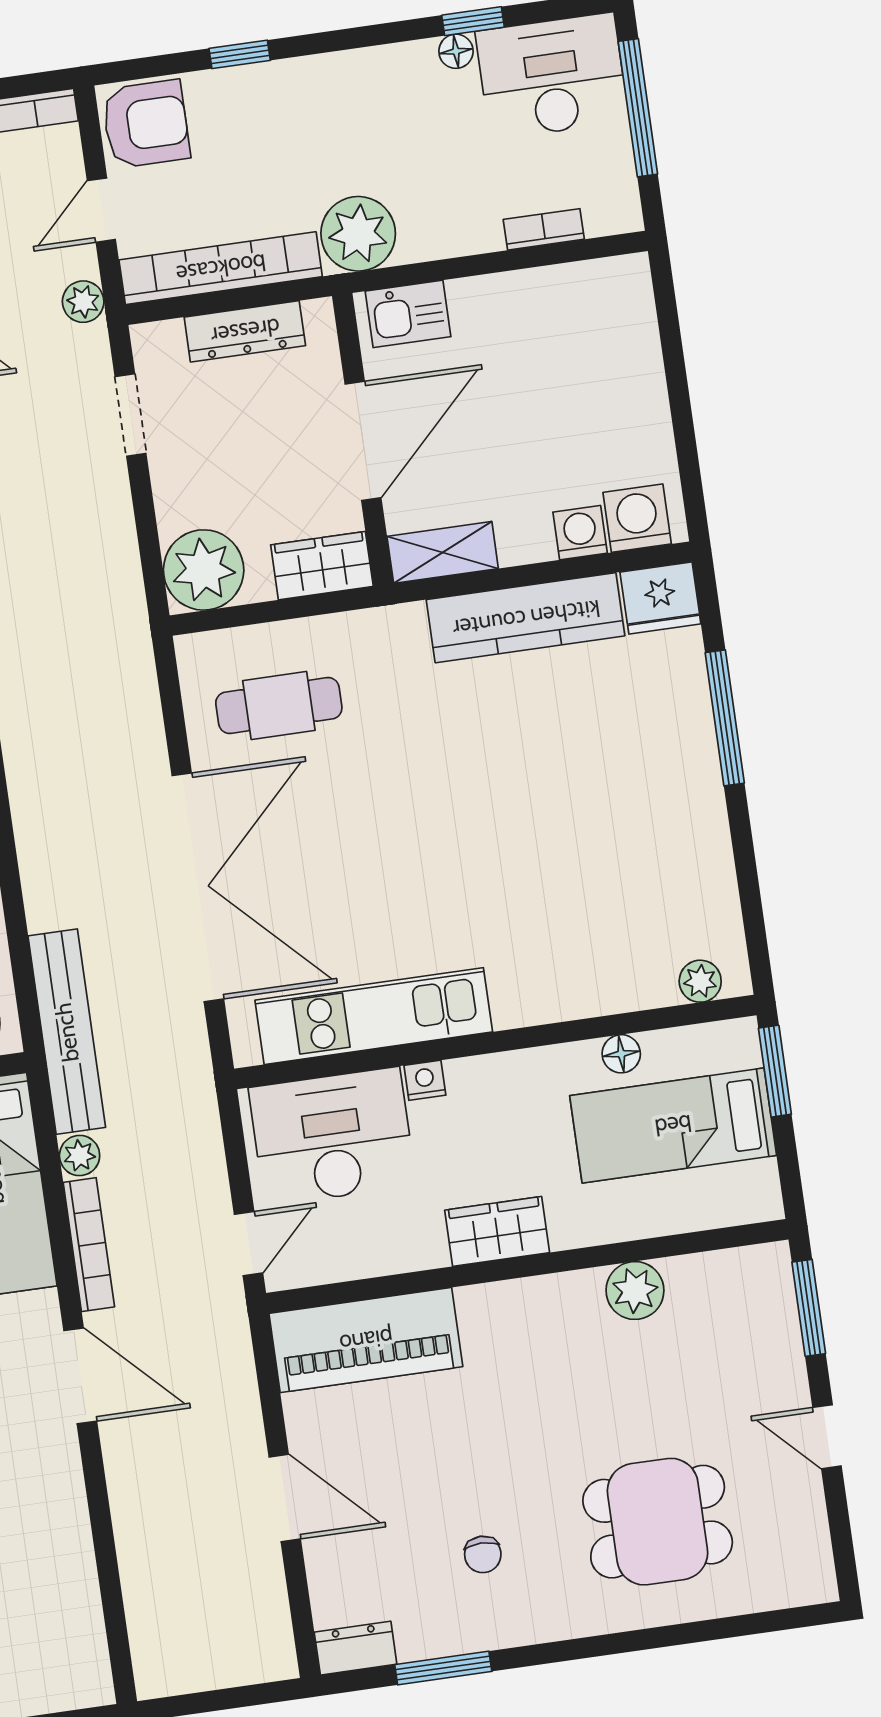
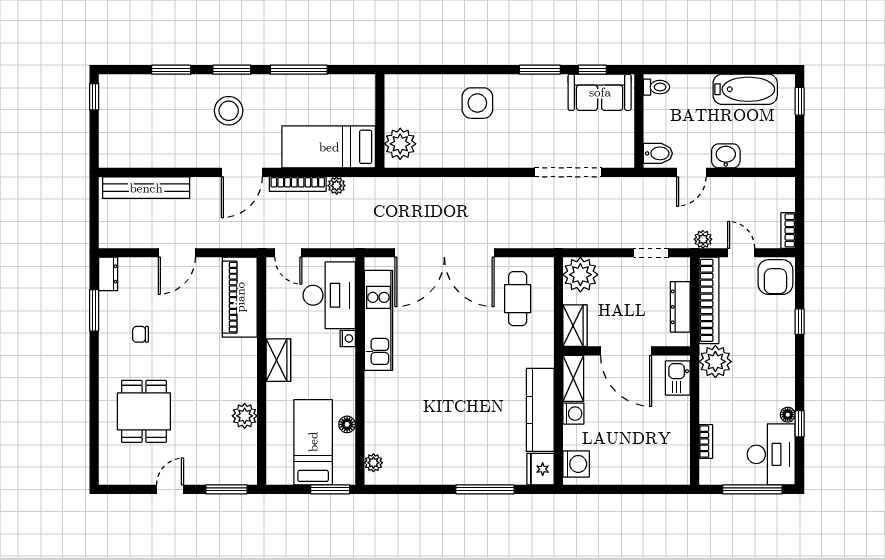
washing machine: (580, 533) -> (573, 414), moved
bench: (67, 1032) -> (146, 188), moved

